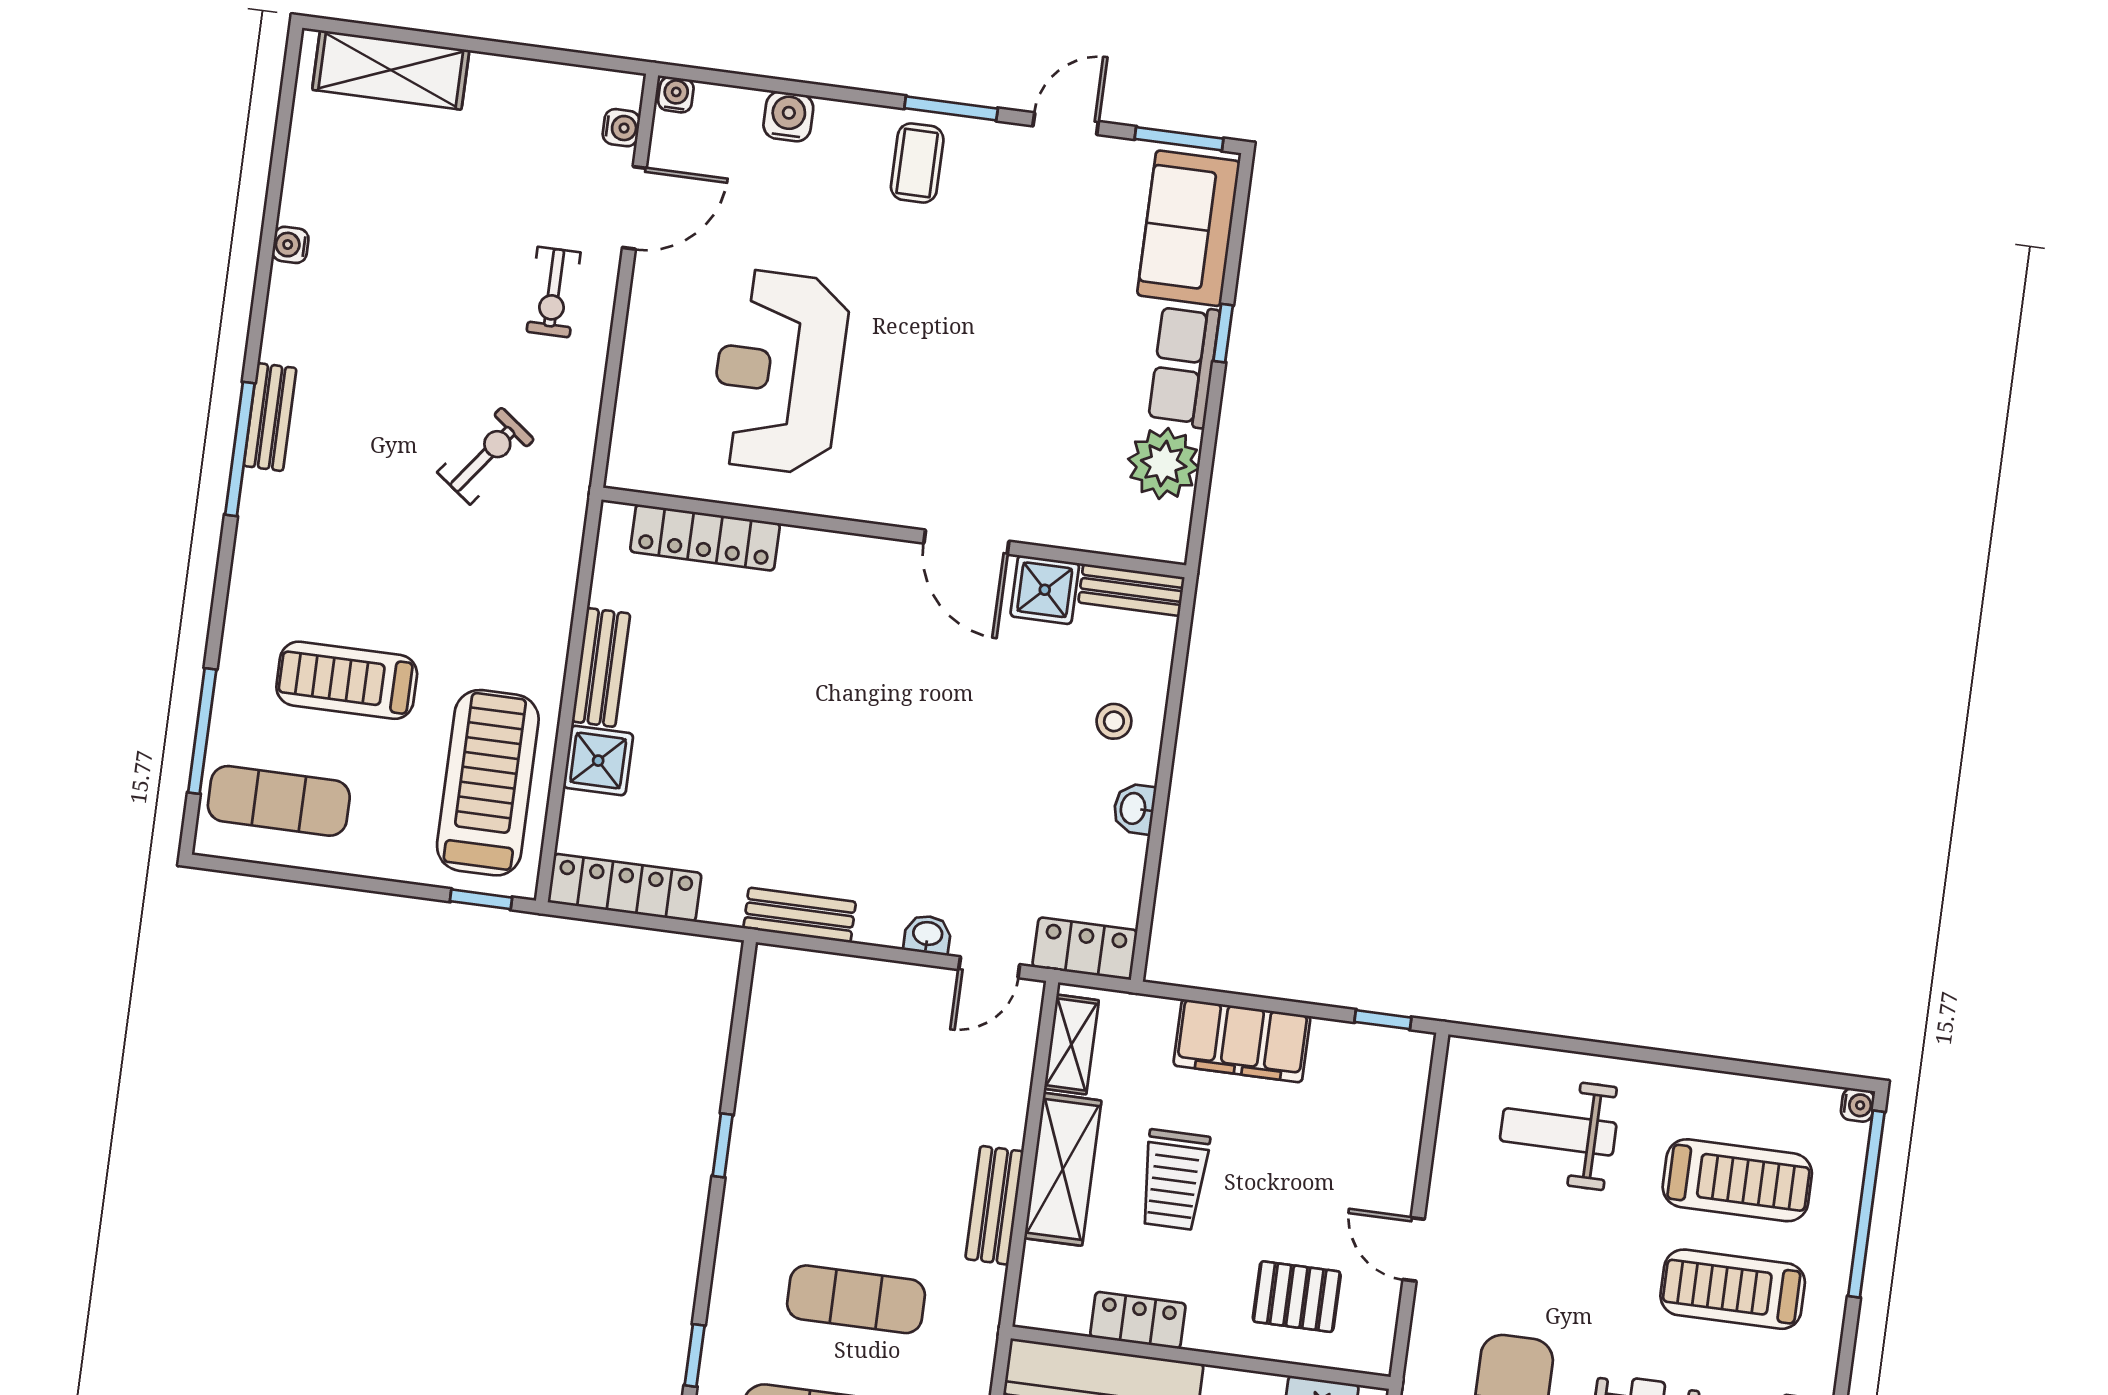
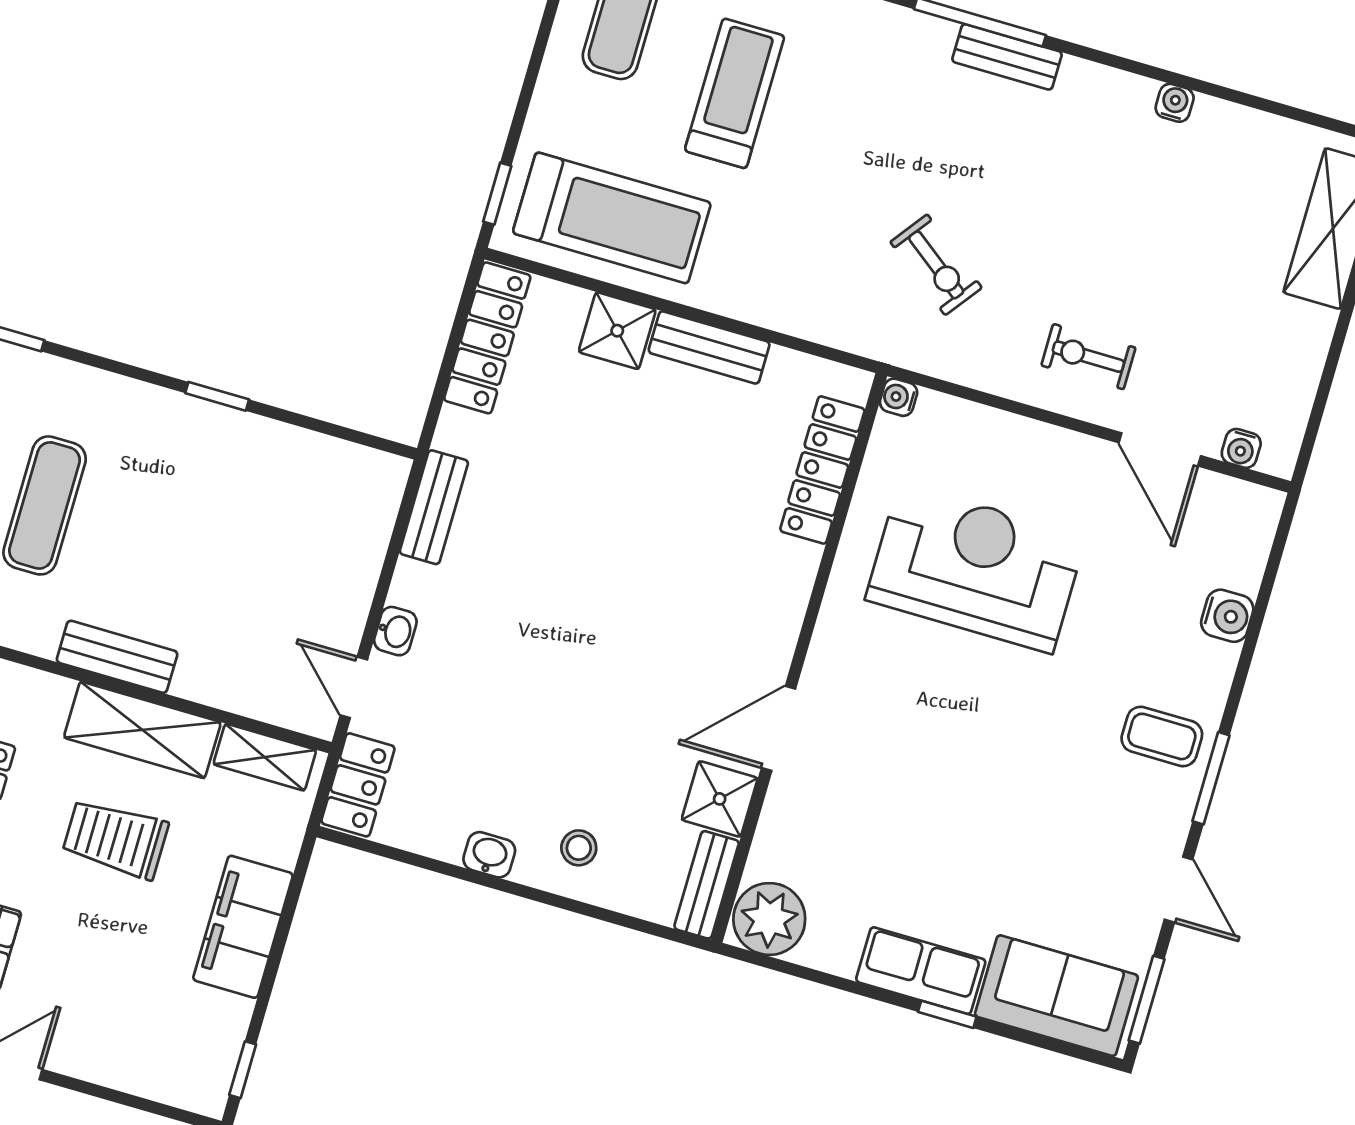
water cooler: (676, 95) -> (899, 397), moved, turned 180
plant: (1164, 463) -> (769, 919), moved

